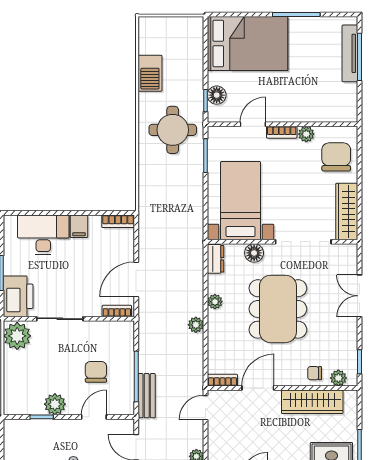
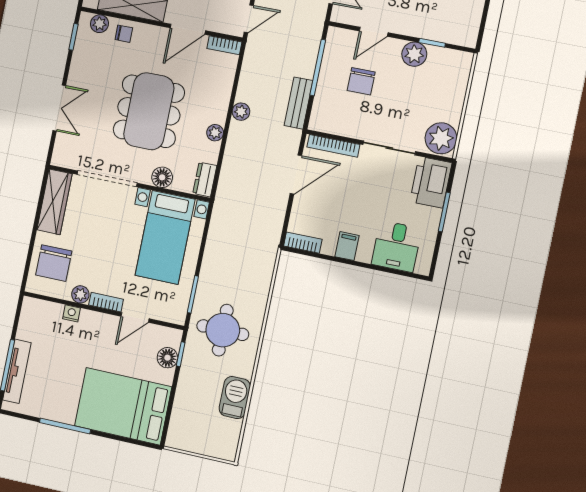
nightstand: (311, 116) -> (71, 313), added
desk: (43, 235) -> (396, 246), width x0.73
bookcase: (117, 311) -> (333, 146), width x1.56
bench: (147, 396) -> (299, 103), moved

